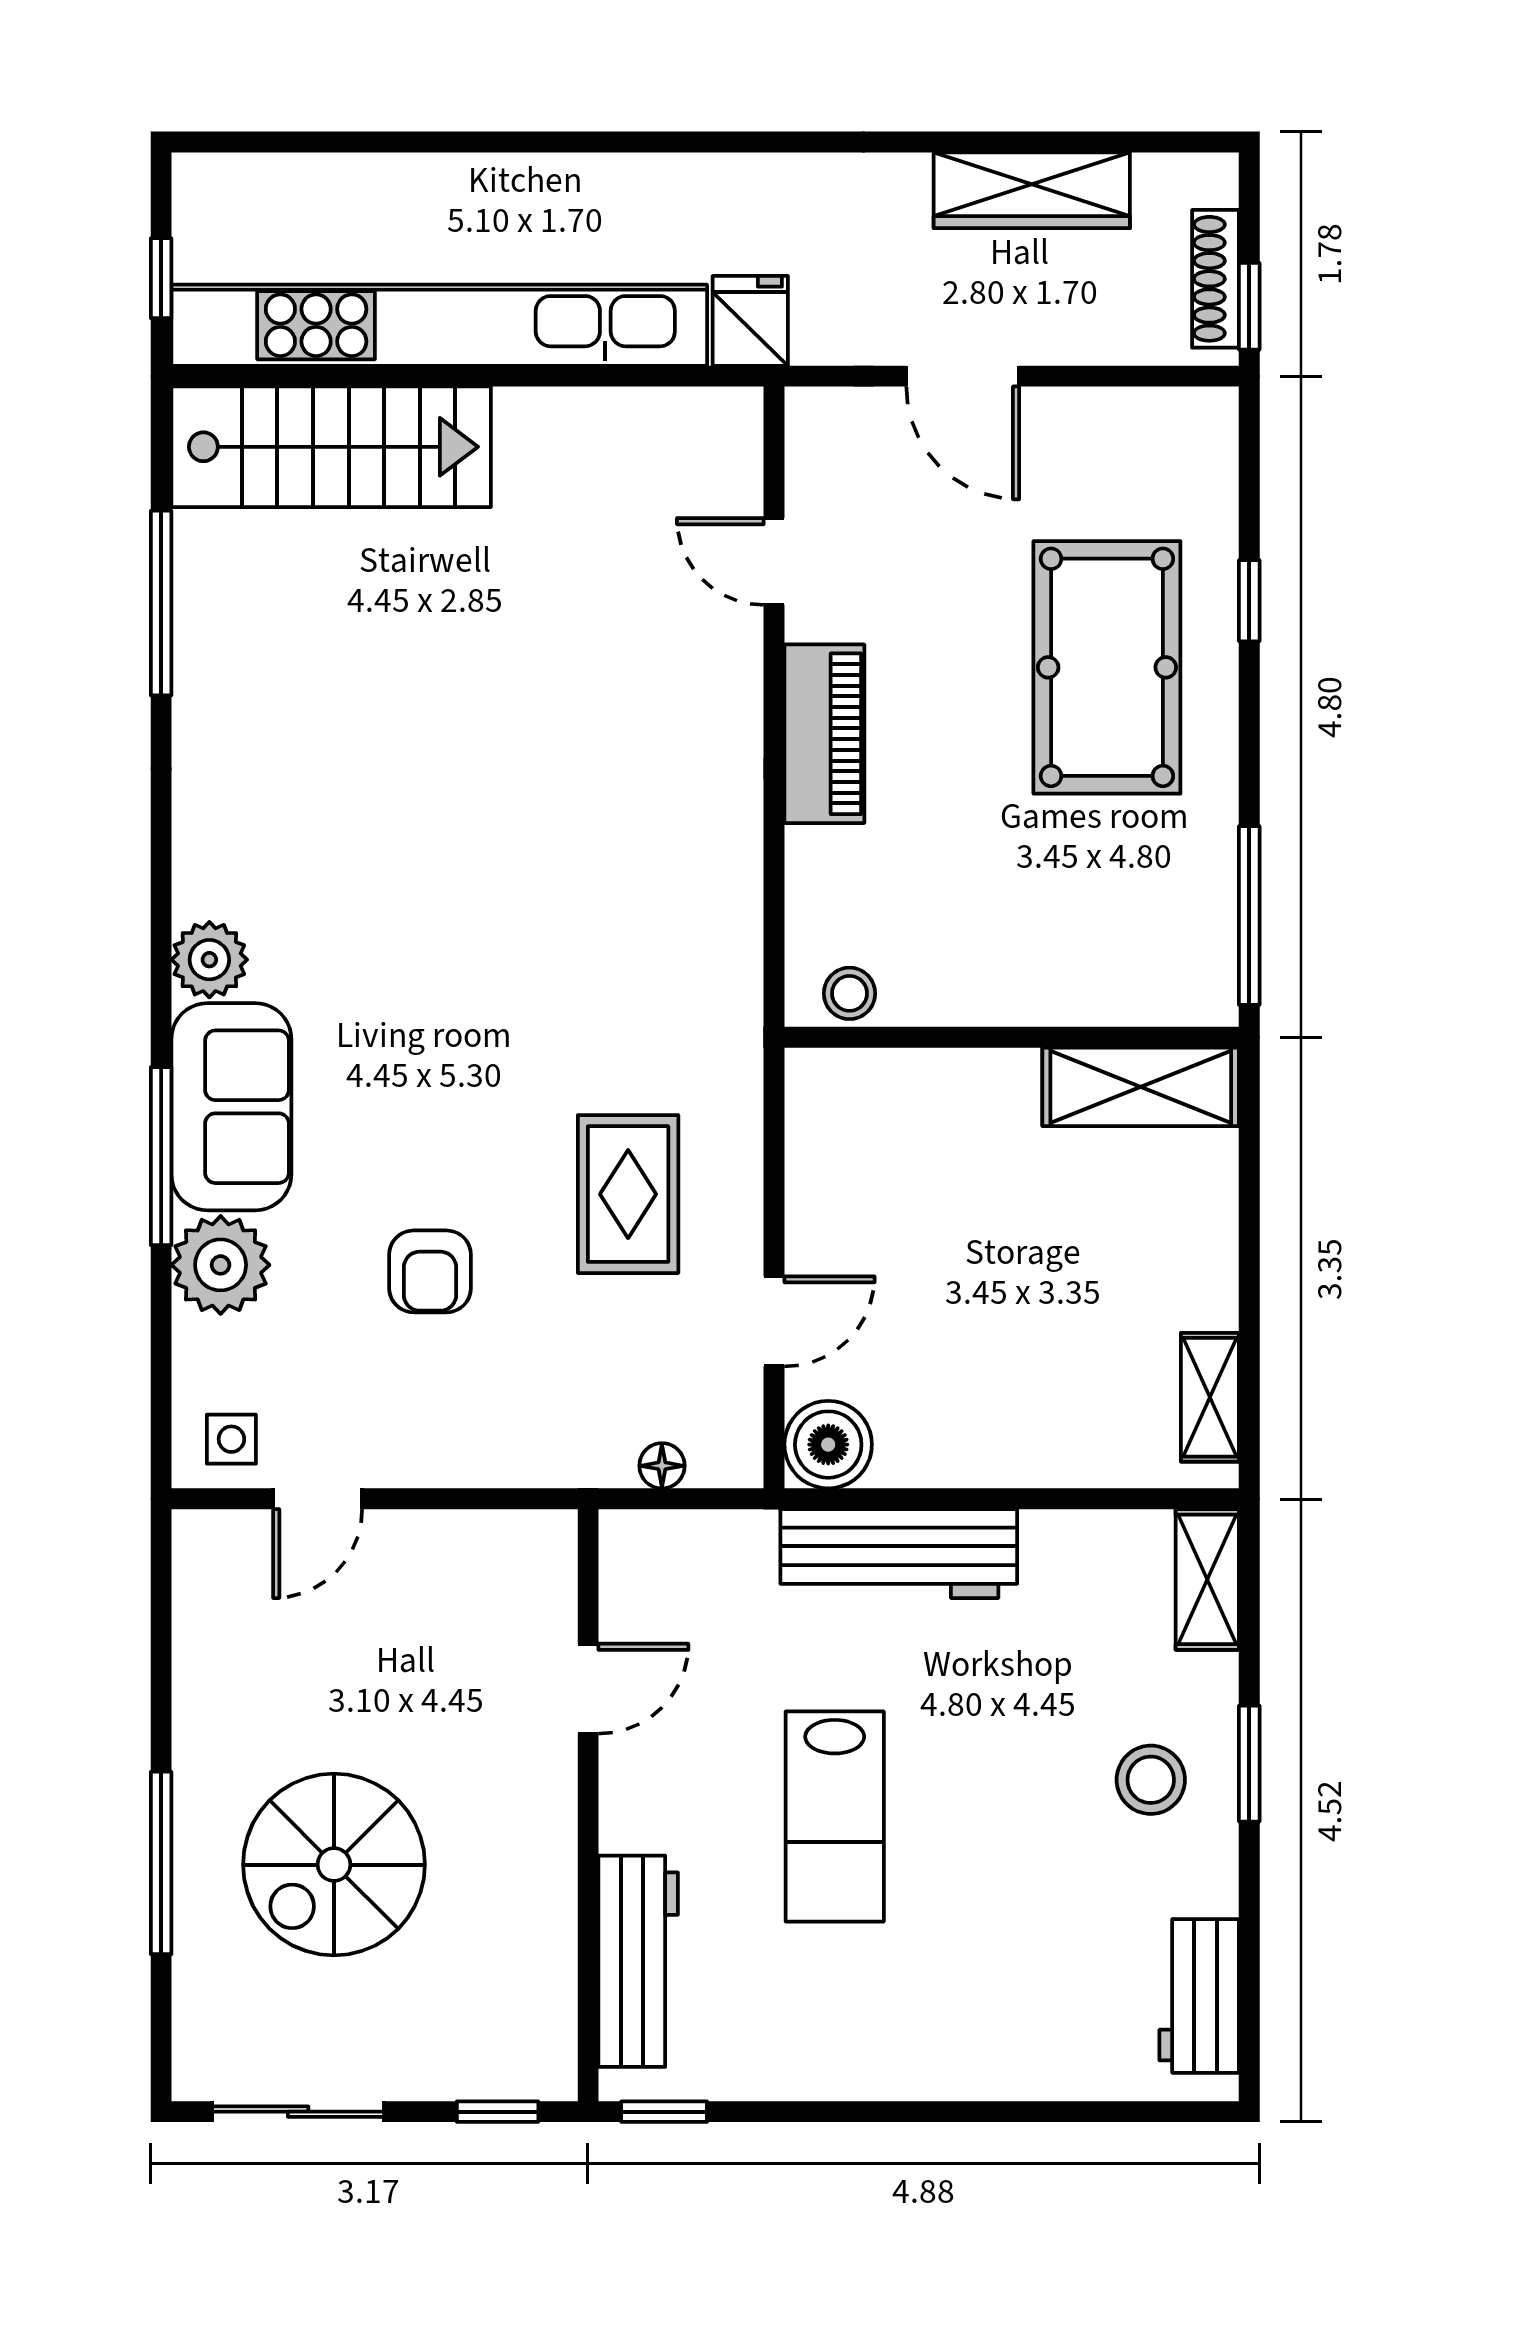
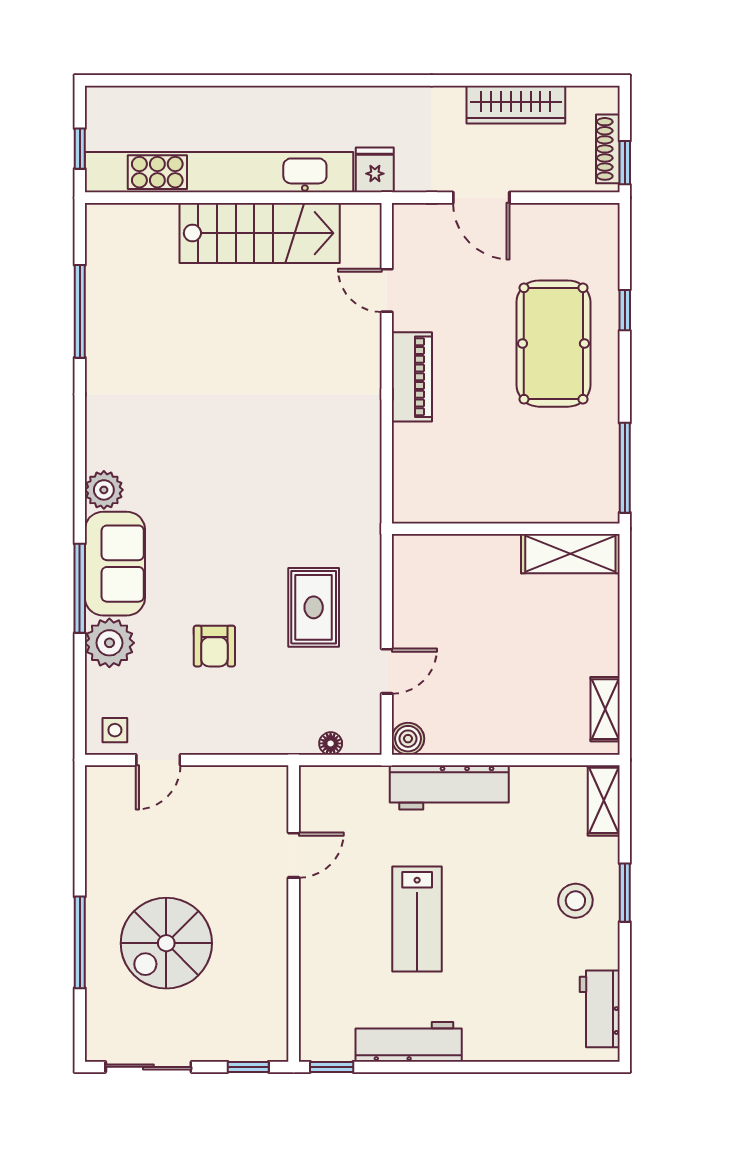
stairs: (331, 447) -> (260, 233), moved
stool: (849, 993) -> (425, 507), removed
boiler: (828, 1445) -> (408, 739), width x0.73, depth x0.73
workbench: (638, 1961) -> (409, 1042), moved, turned -90

